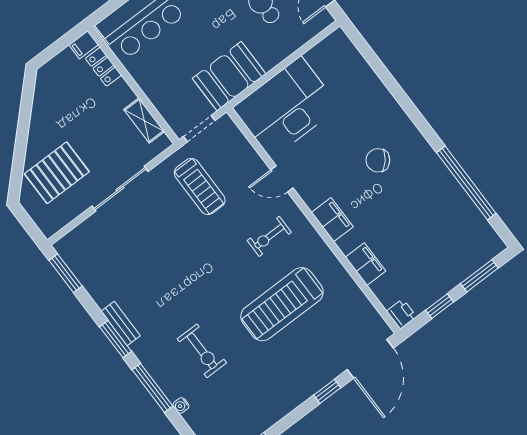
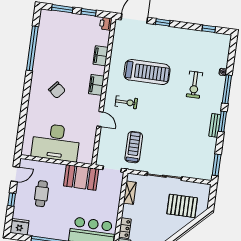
desk: (286, 107) -> (56, 142), moved
exercise bike: (202, 351) -> (194, 85), turned 180

